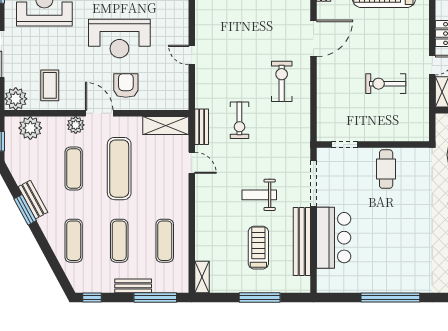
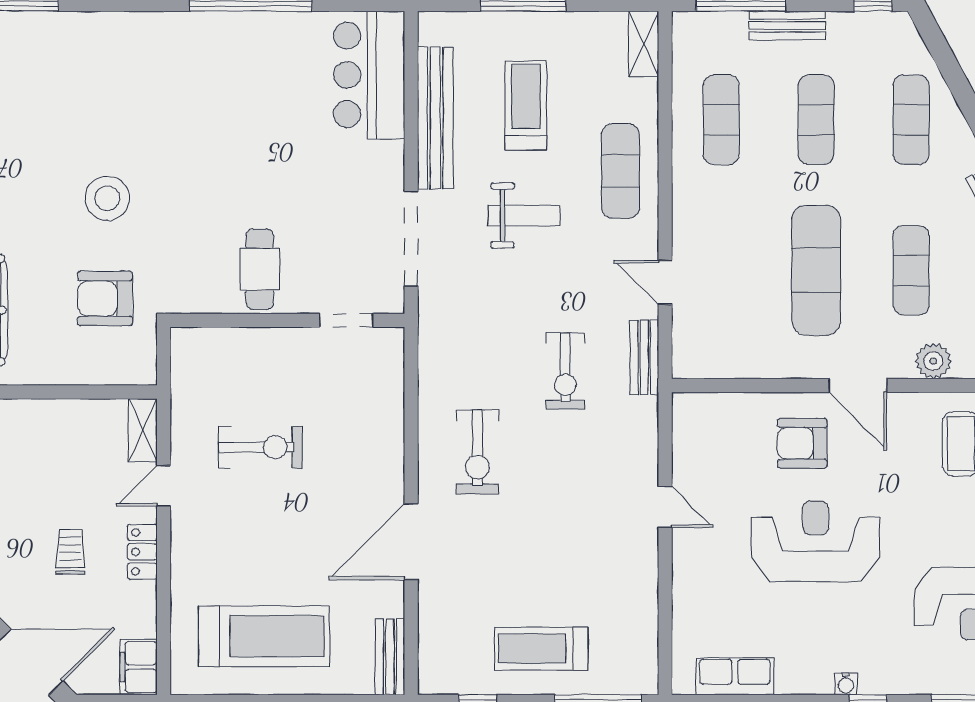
armchair: (126, 86) -> (802, 443), turned 90
exercise bike: (239, 120) -> (565, 371), turned 180
plant: (76, 125) -> (933, 361), moved
shelving: (166, 126) -> (719, 360), removed
exercise mat: (213, 216) -> (620, 171), added
bar counter: (334, 238) -> (369, 75), moved
treadmill: (258, 248) -> (526, 105), turned 180

